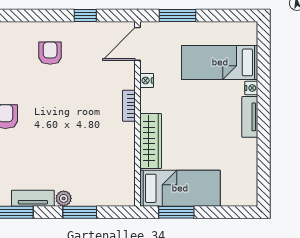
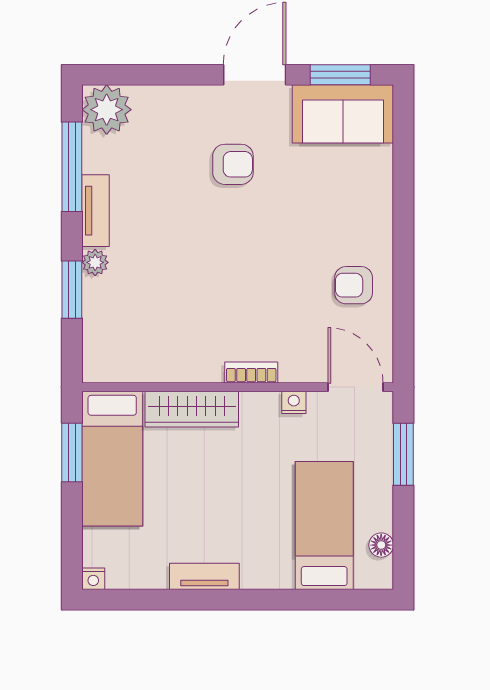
window: (85, 15) -> (403, 299), removed
floor lamp: (231, 29) -> (381, 545), added
armchair: (50, 53) -> (354, 285), moved, turned 180
nightstand: (251, 88) -> (93, 579), moved
tv unit: (250, 117) -> (204, 576), moved

